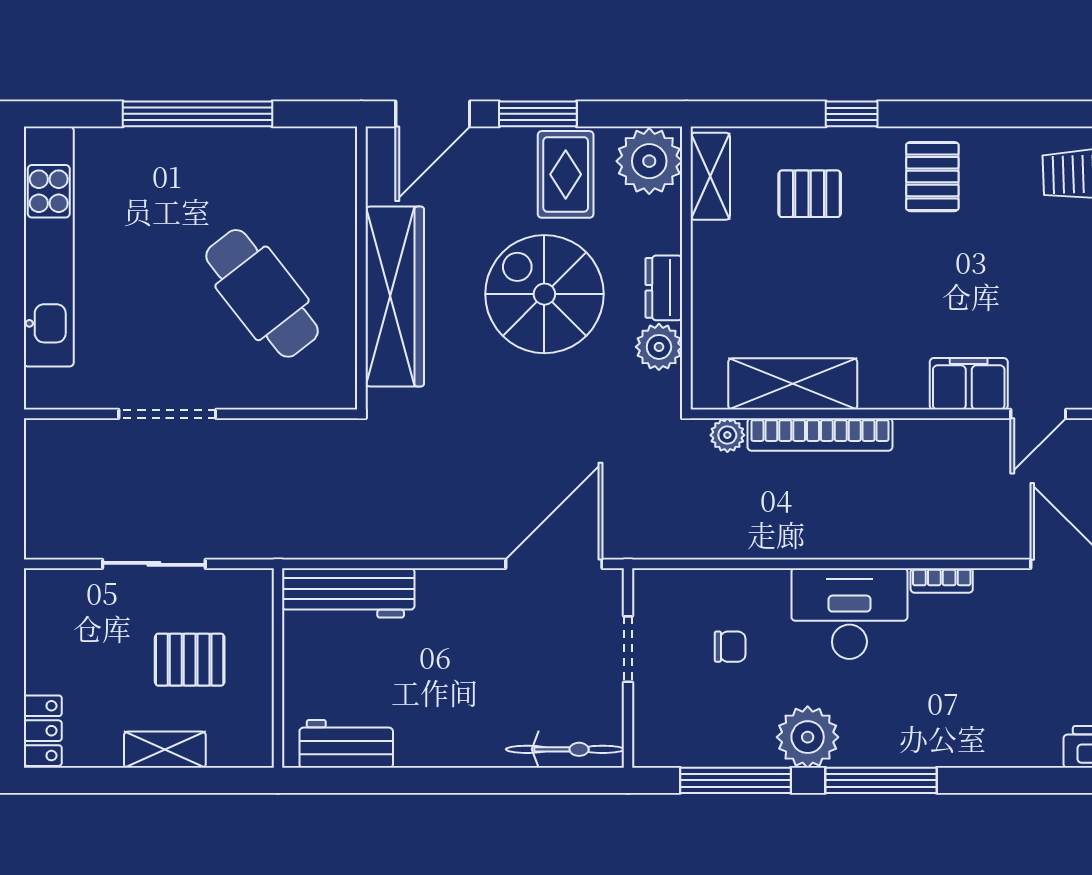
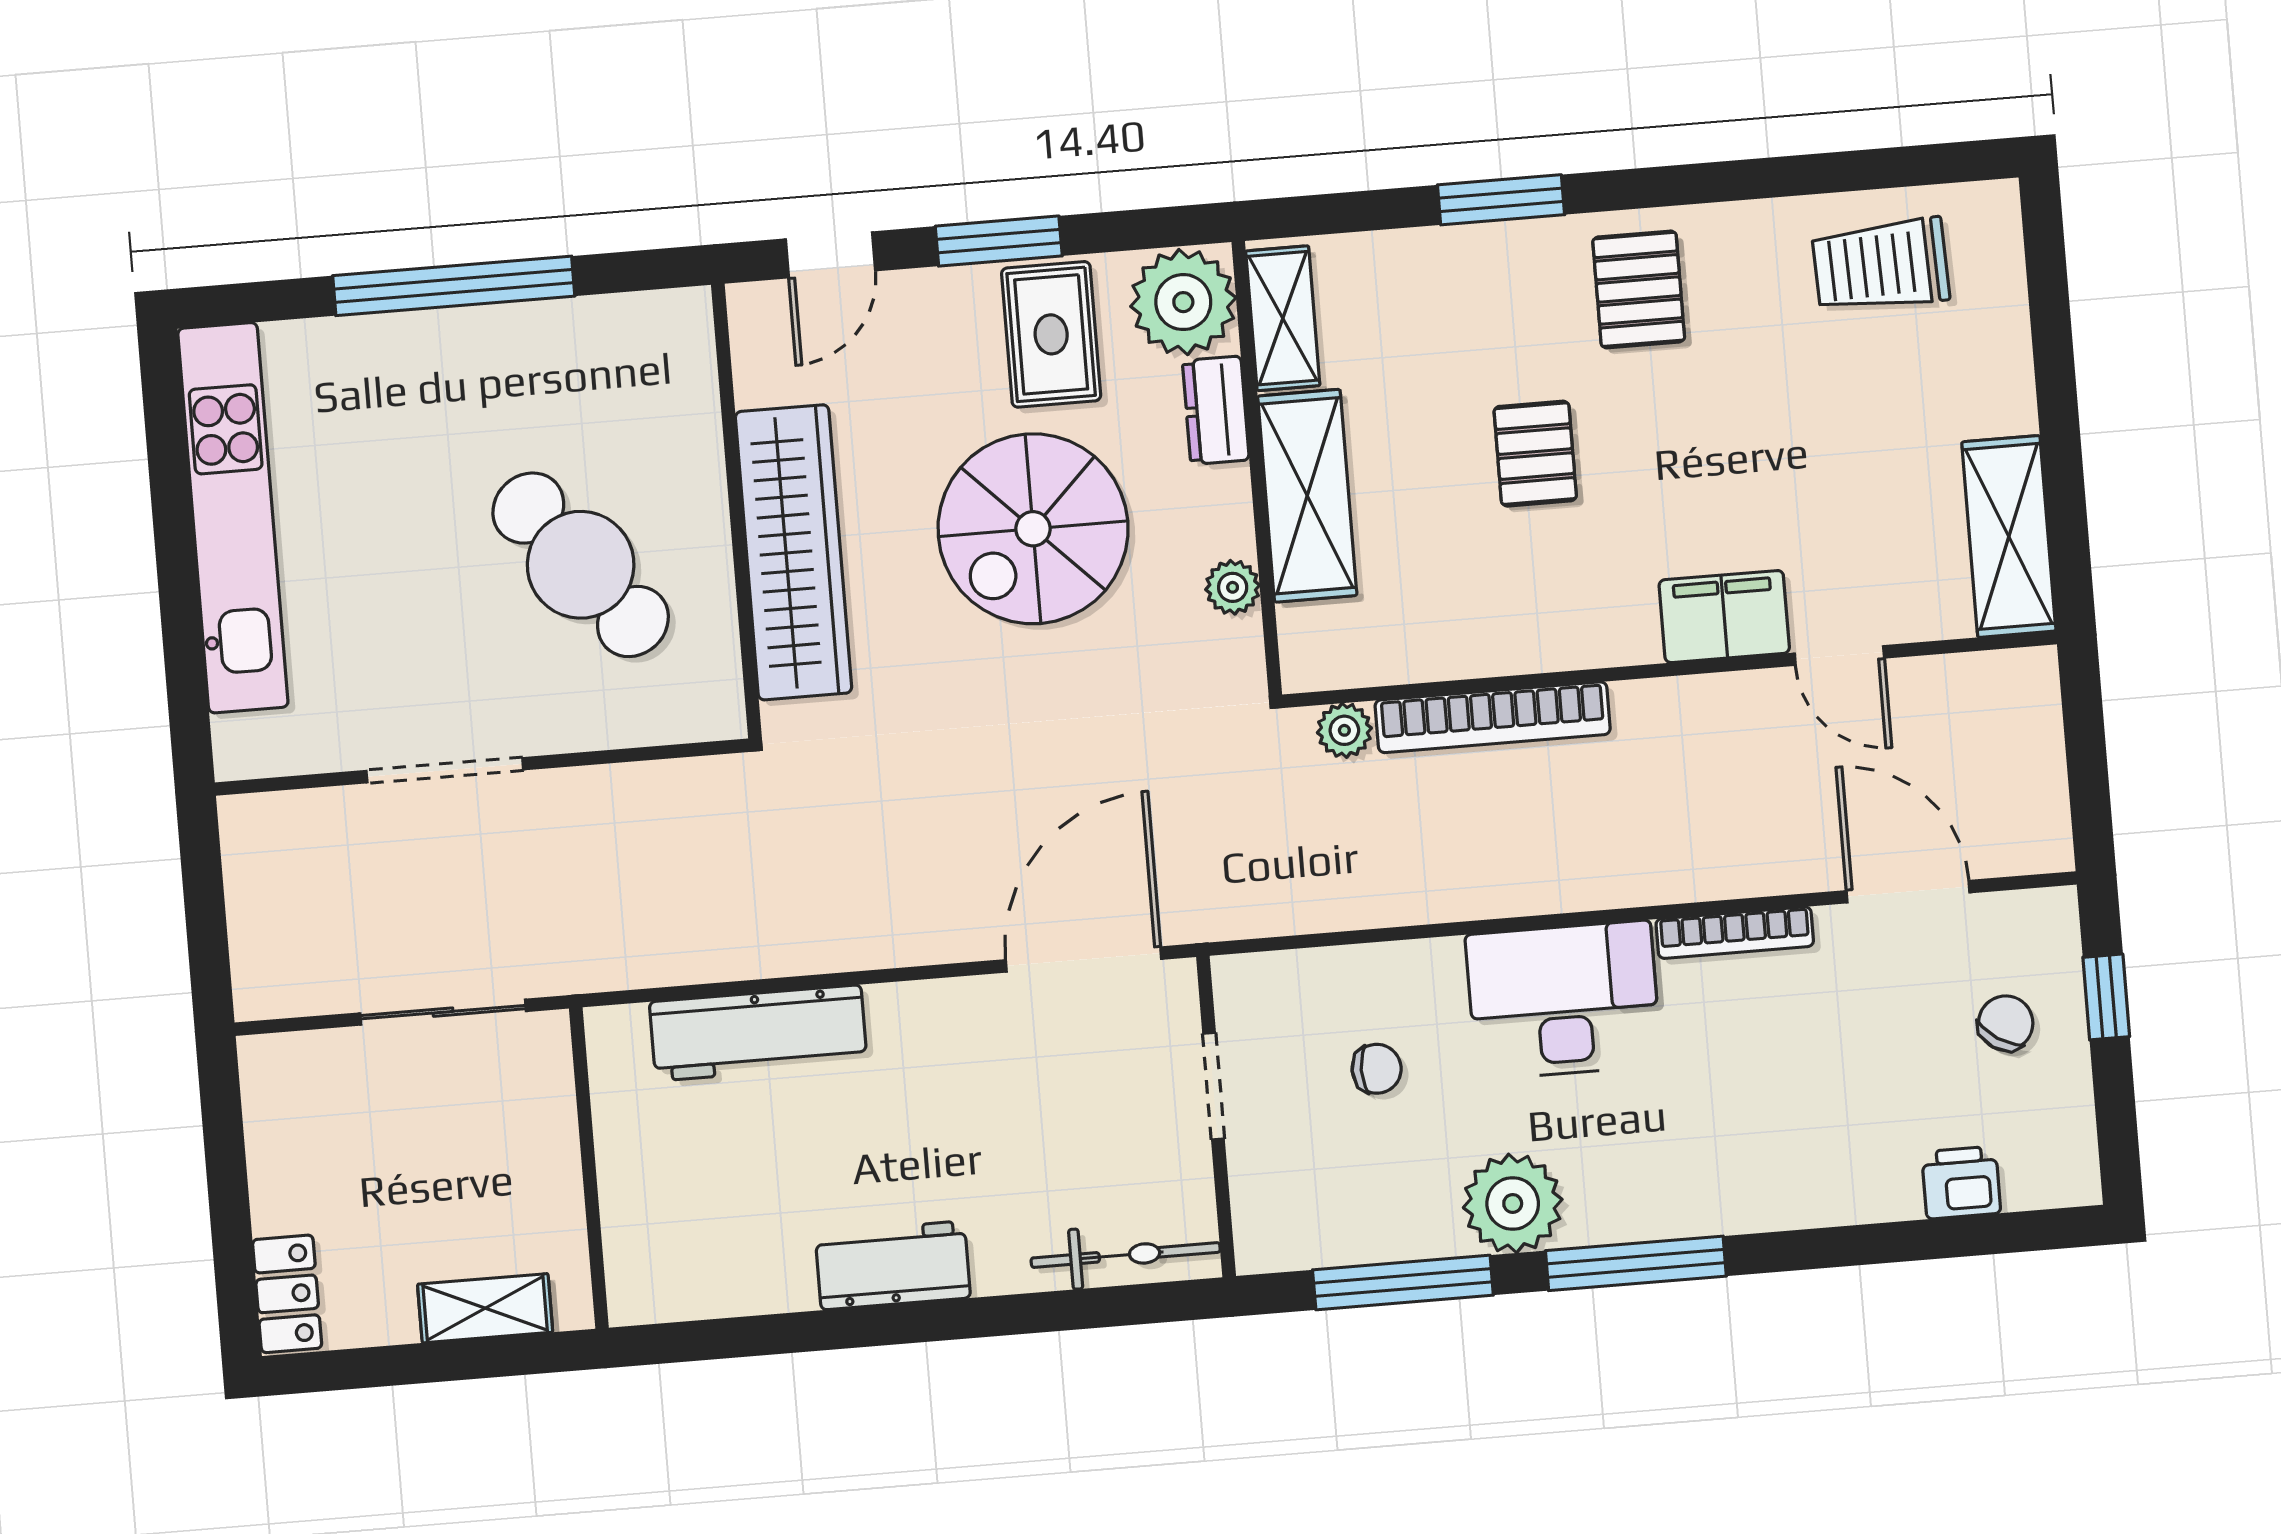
door: (433, 114) -> (830, 255), width x0.73
window: (852, 114) -> (1501, 200), width x1.50
pallet: (810, 194) -> (1535, 454), moved, turned 90
dresser: (664, 288) -> (1216, 410), moved
spiral stairs: (544, 294) -> (1033, 529), turned -90
plant: (659, 347) -> (1233, 587), width x0.73, depth x0.73
shelving: (793, 384) -> (1307, 496), moved, turned 90
door: (1038, 414) -> (1839, 656), hinge flipped
bookcase: (942, 580) -> (1735, 933), width x1.56
pallet: (190, 660) -> (513, 1161), removed
wall: (278, 668) -> (589, 1168), moved
workbench: (346, 744) -> (893, 1265), moved

